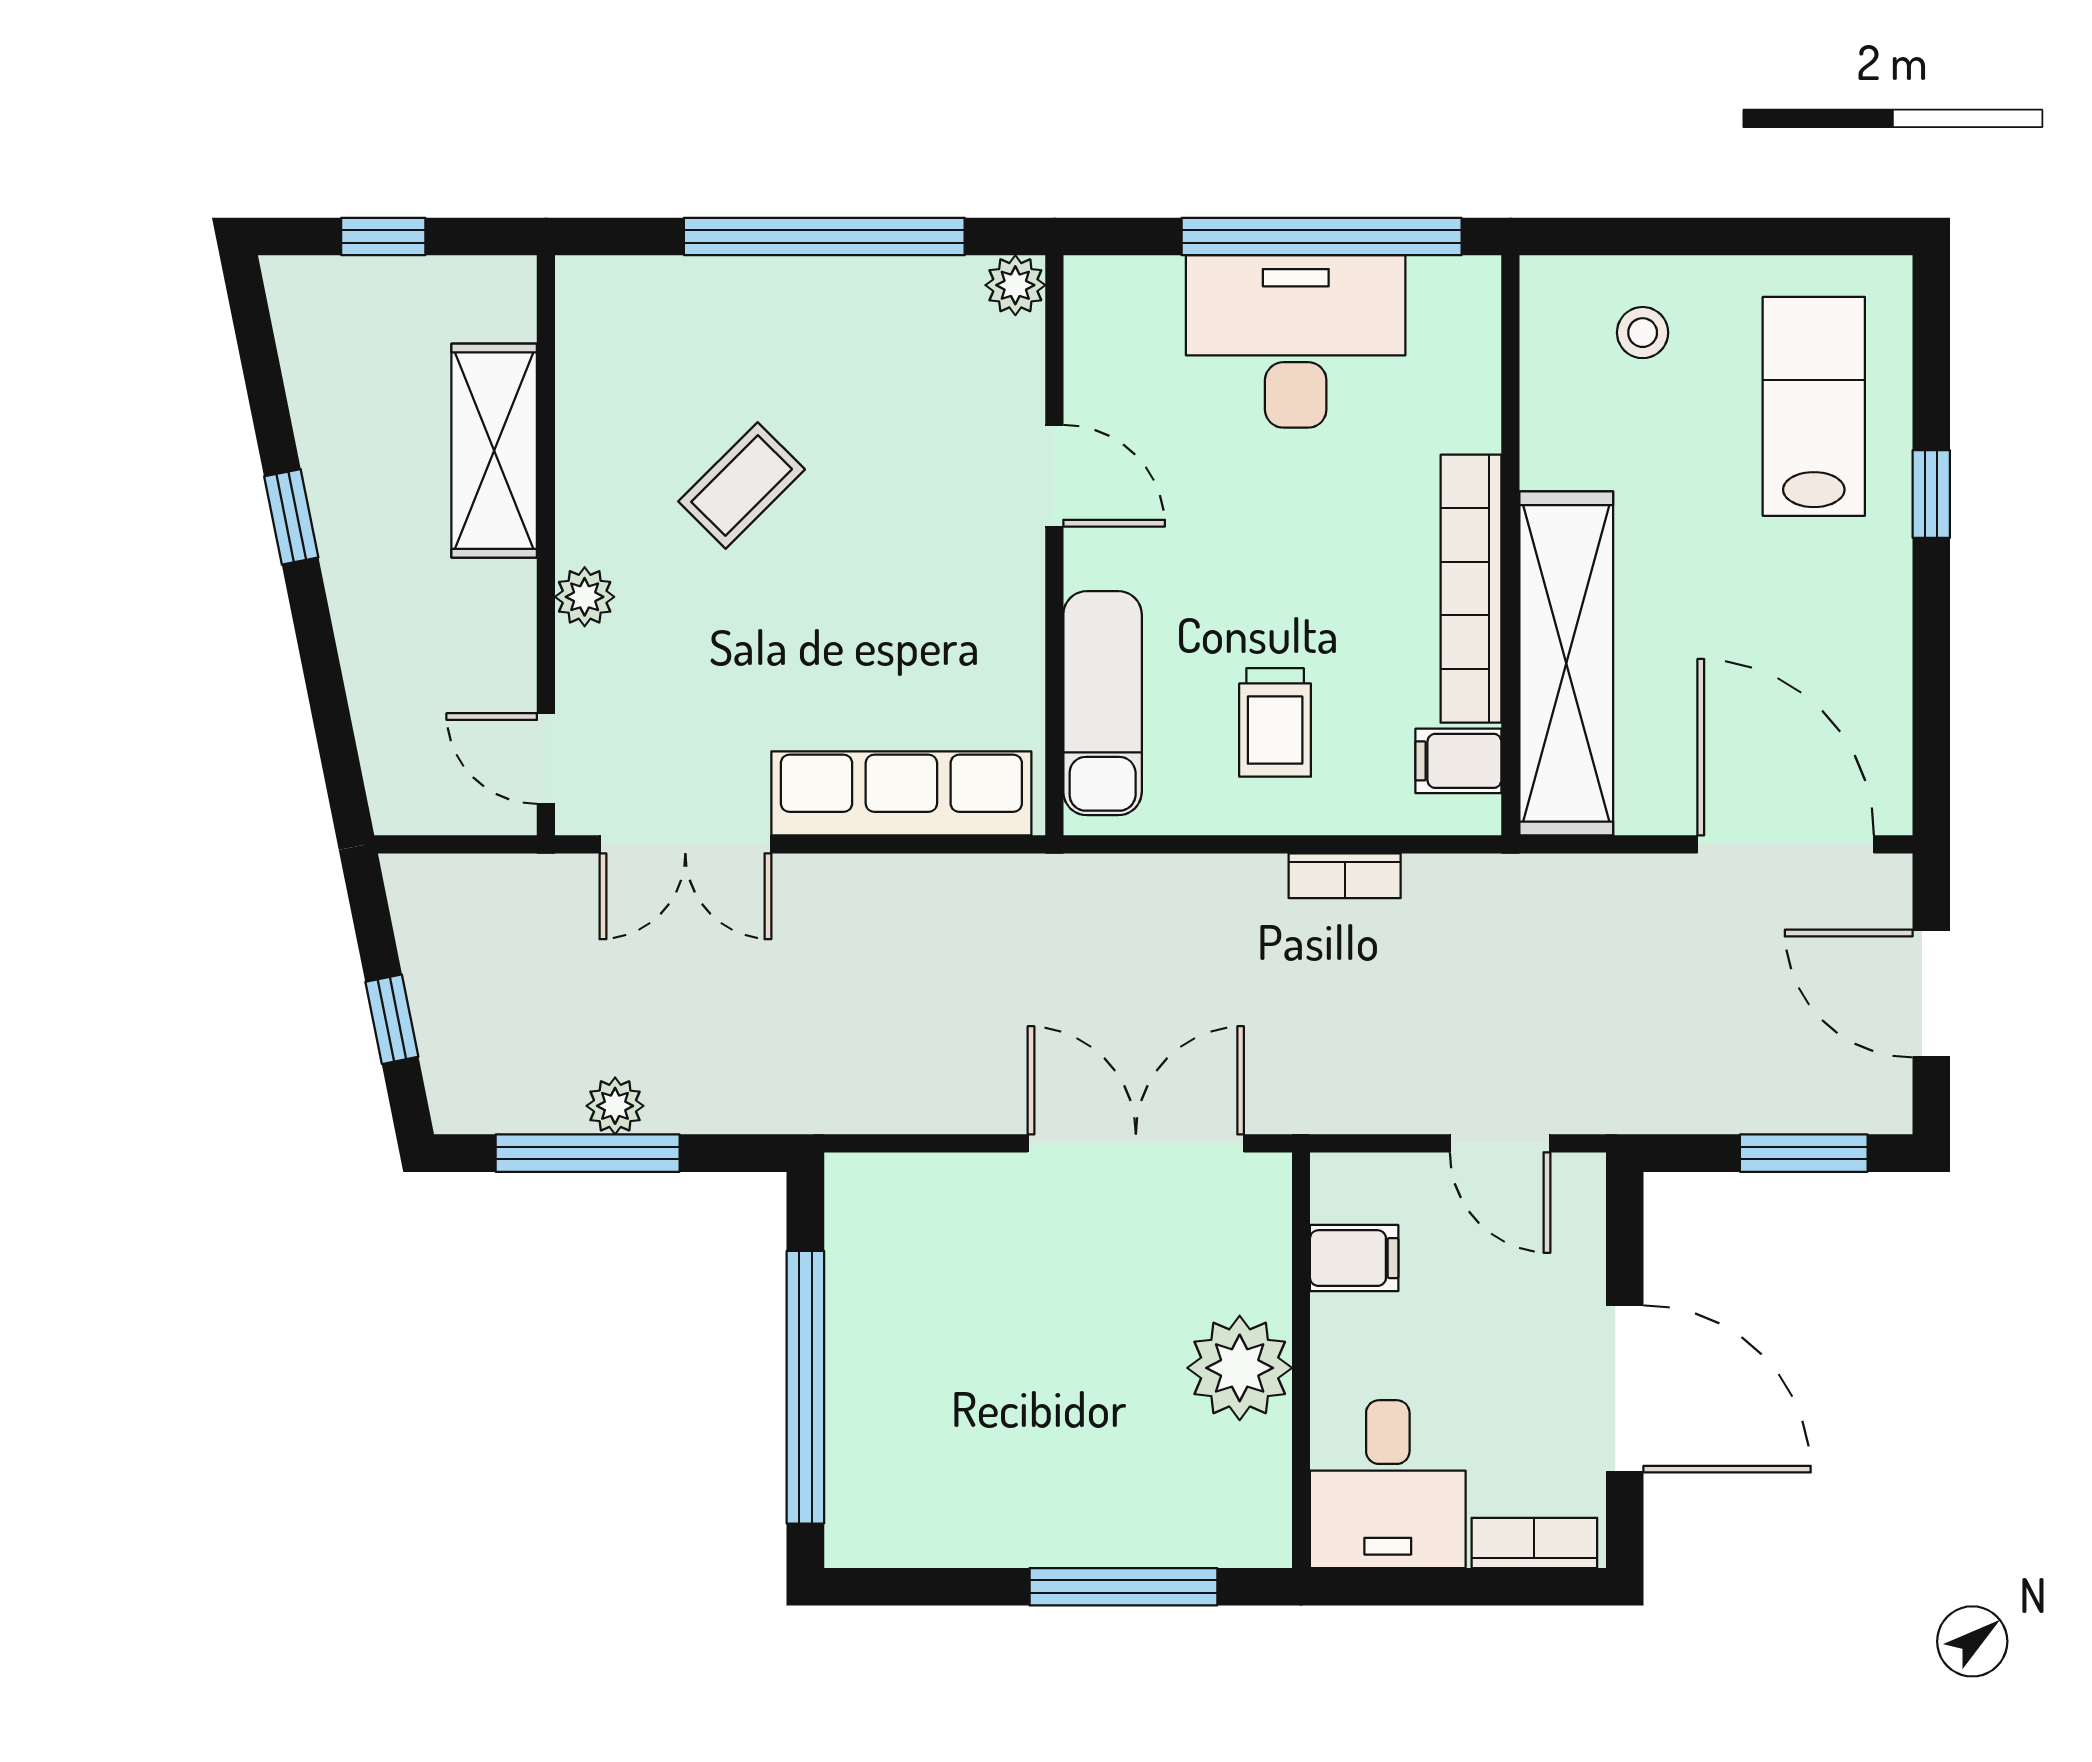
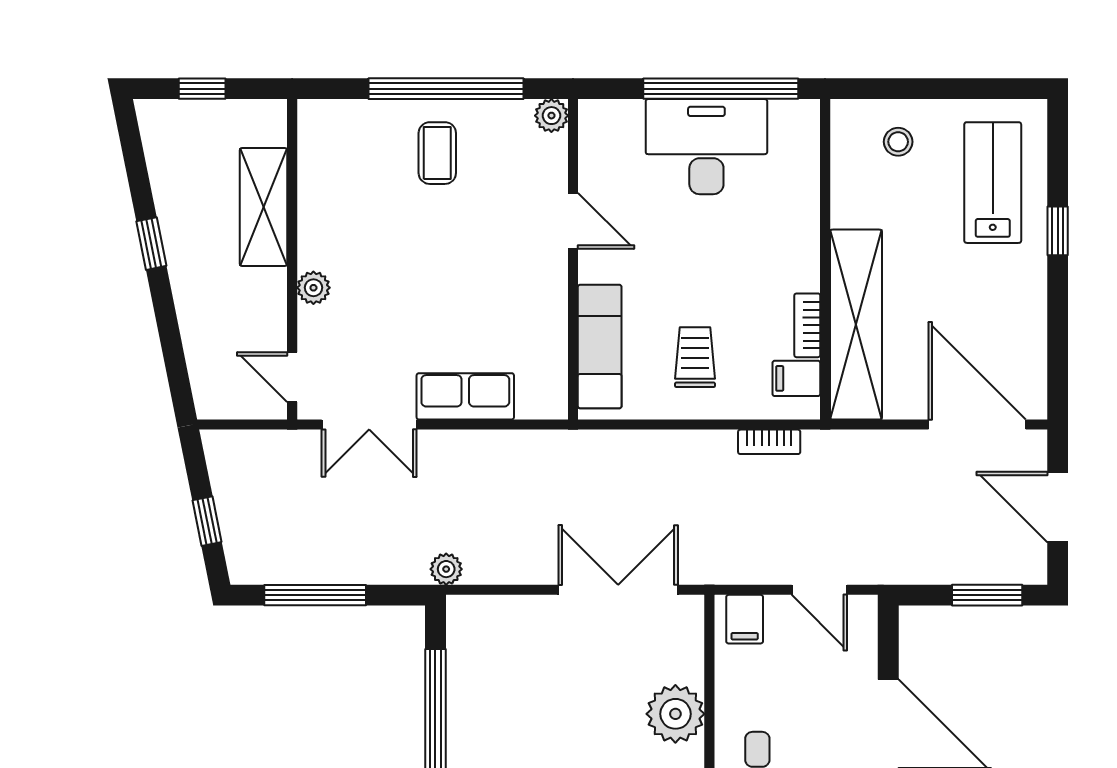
coffee table: (742, 485) -> (437, 153), moved, turned -45
bookcase: (1471, 589) -> (807, 325), width x0.43, depth x0.76
trolley: (1275, 722) -> (695, 357), turned 180
row of seats: (901, 793) -> (465, 396), width x0.68
bookcase: (1345, 876) -> (769, 442), moved
plant: (615, 1106) -> (446, 569), moved
filing cabinet: (1354, 1258) -> (745, 619), moved, turned 90

